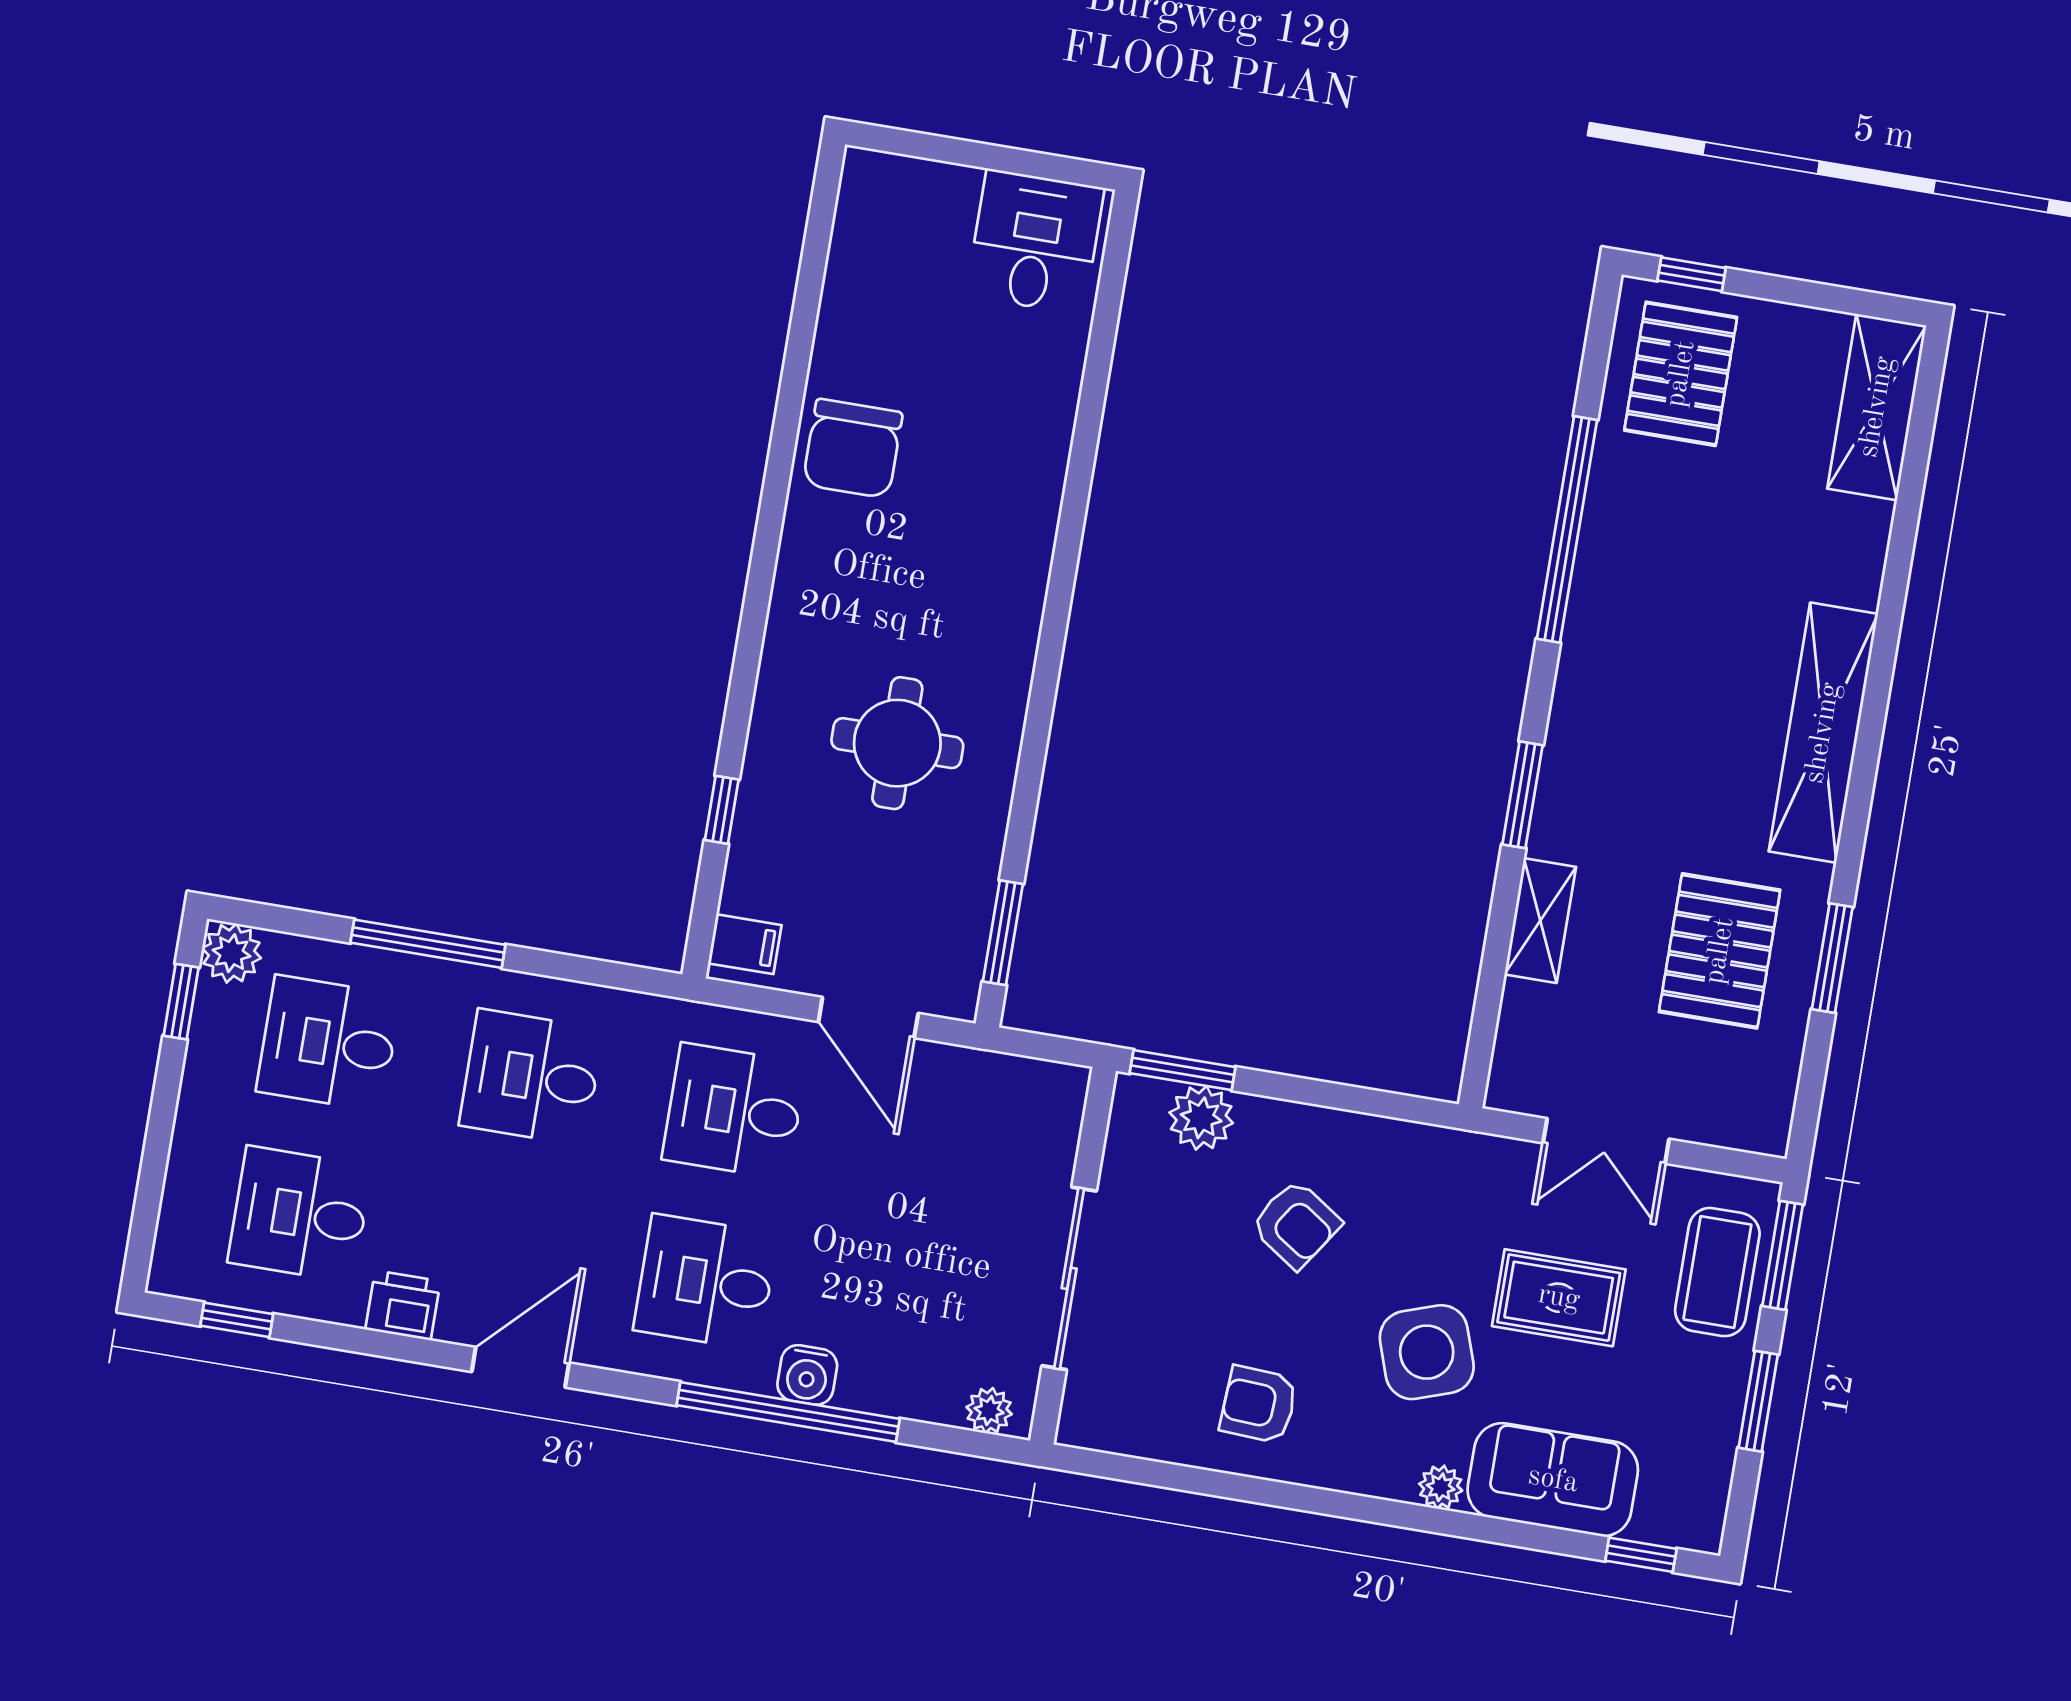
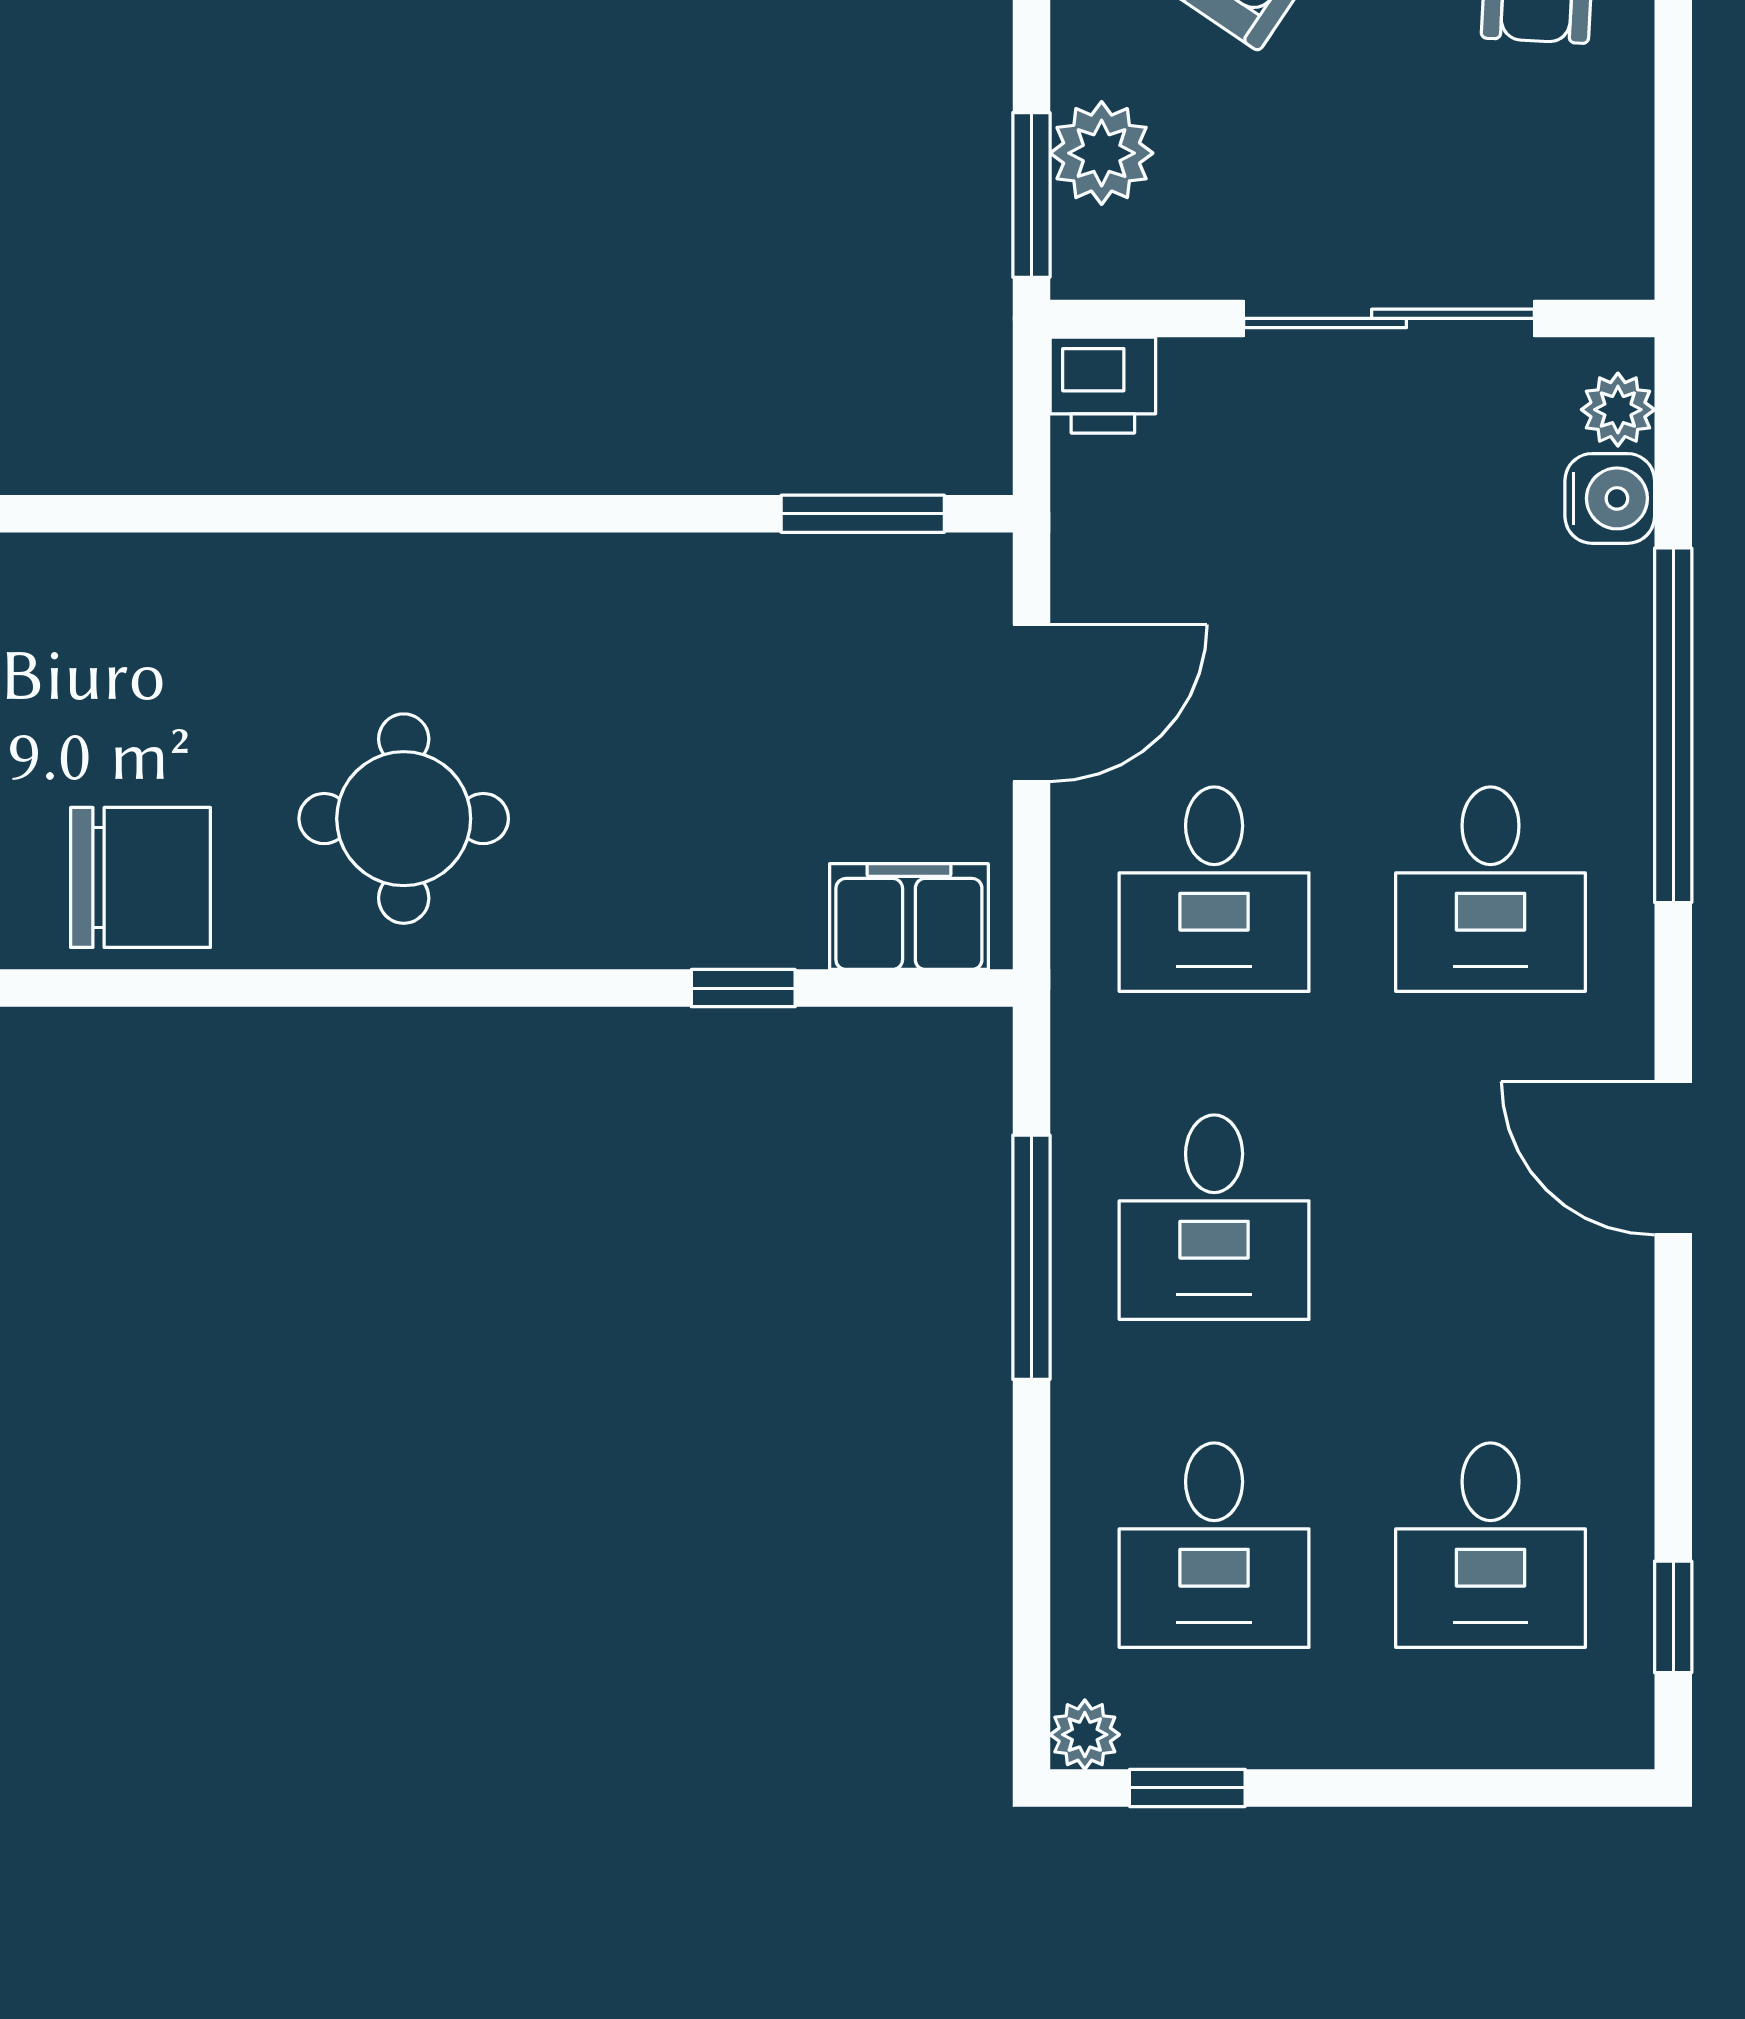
round table: (897, 743) -> (404, 819), moved
window: (428, 944) -> (1031, 1257), moved
filing cabinet: (745, 944) -> (909, 917), width x2.00
plant: (232, 953) -> (1085, 1735), width x0.73, depth x0.73
printer: (403, 1305) -> (1103, 385), moved, turned -90
water cooler: (807, 1375) -> (1610, 498), moved

